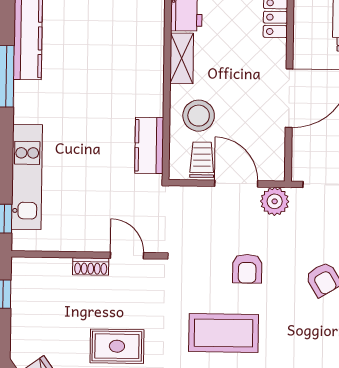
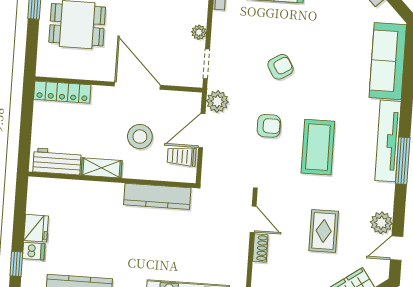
stool: (199, 116) -> (140, 137), moved
kitchen counter: (149, 145) -> (157, 196), width x1.50
door: (127, 255) -> (253, 219), swing flipped

